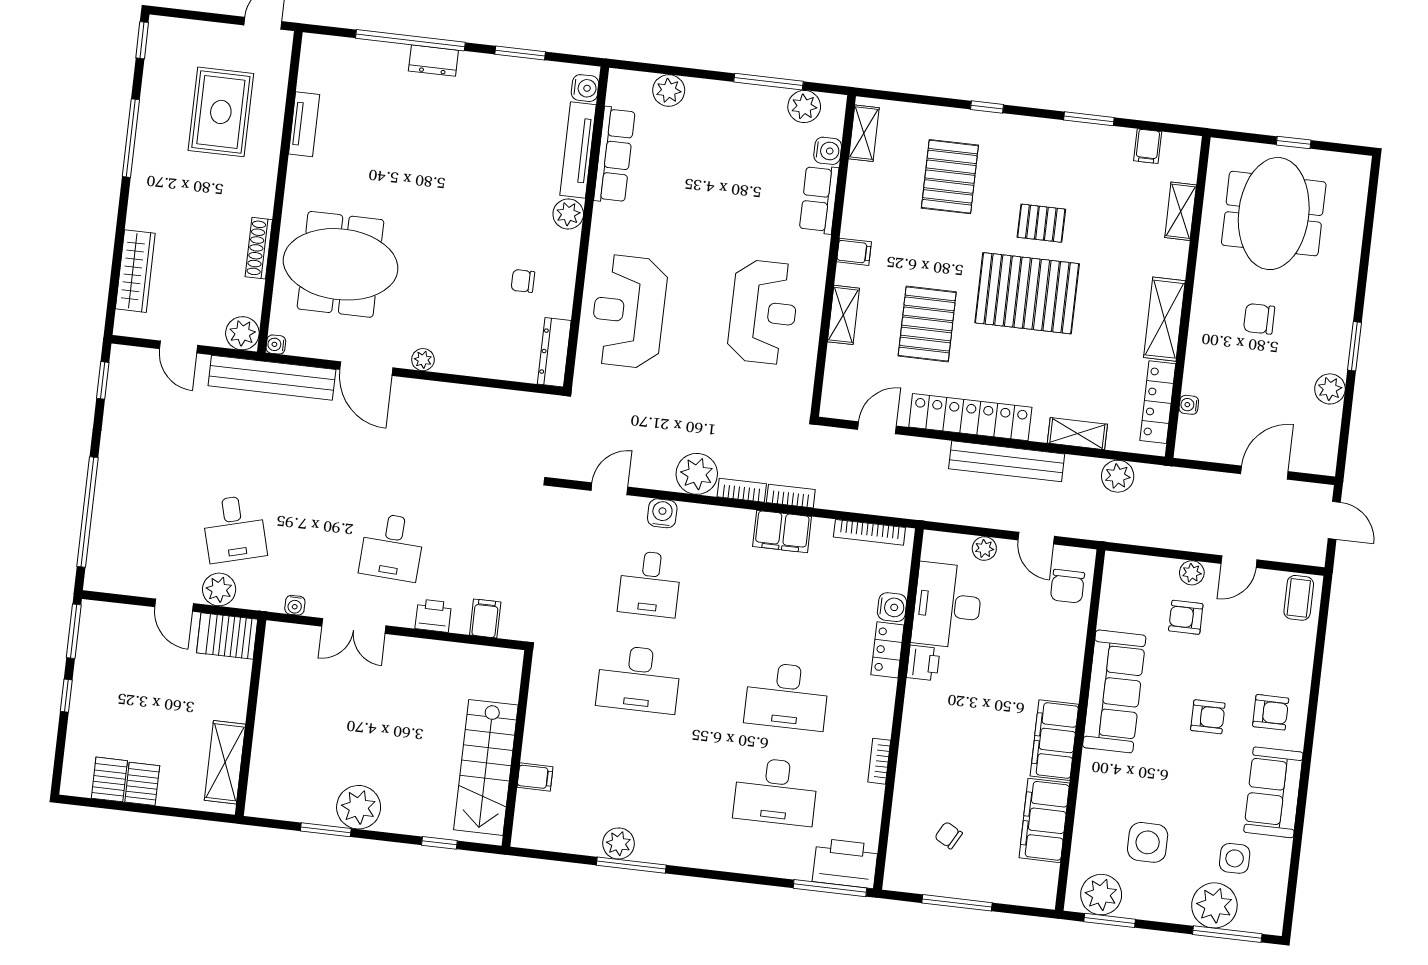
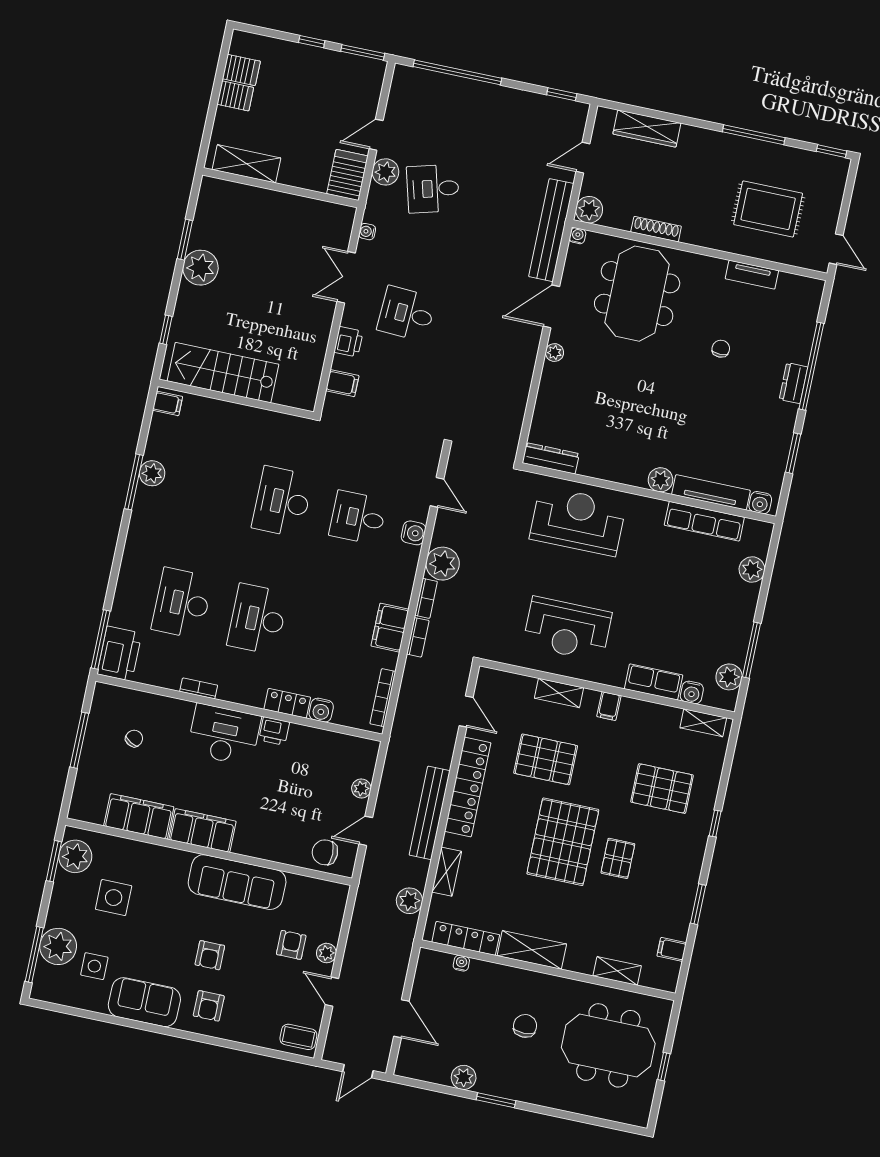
chair: (523, 281) -> (721, 349), moved
desk: (947, 605) -> (224, 735), moved
filing cabinet: (535, 777) -> (168, 403), moved, turned -90

